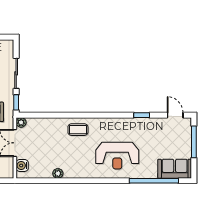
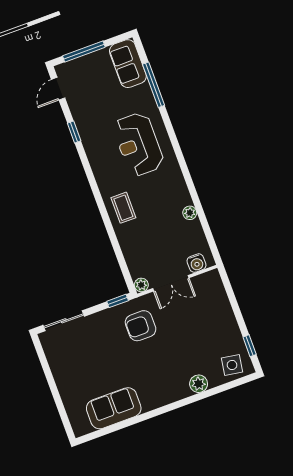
sliding door: (16, 73) -> (64, 321), moved
reception desk: (117, 156) -> (138, 144), turned 180
window: (154, 181) -> (154, 85), width x0.68

